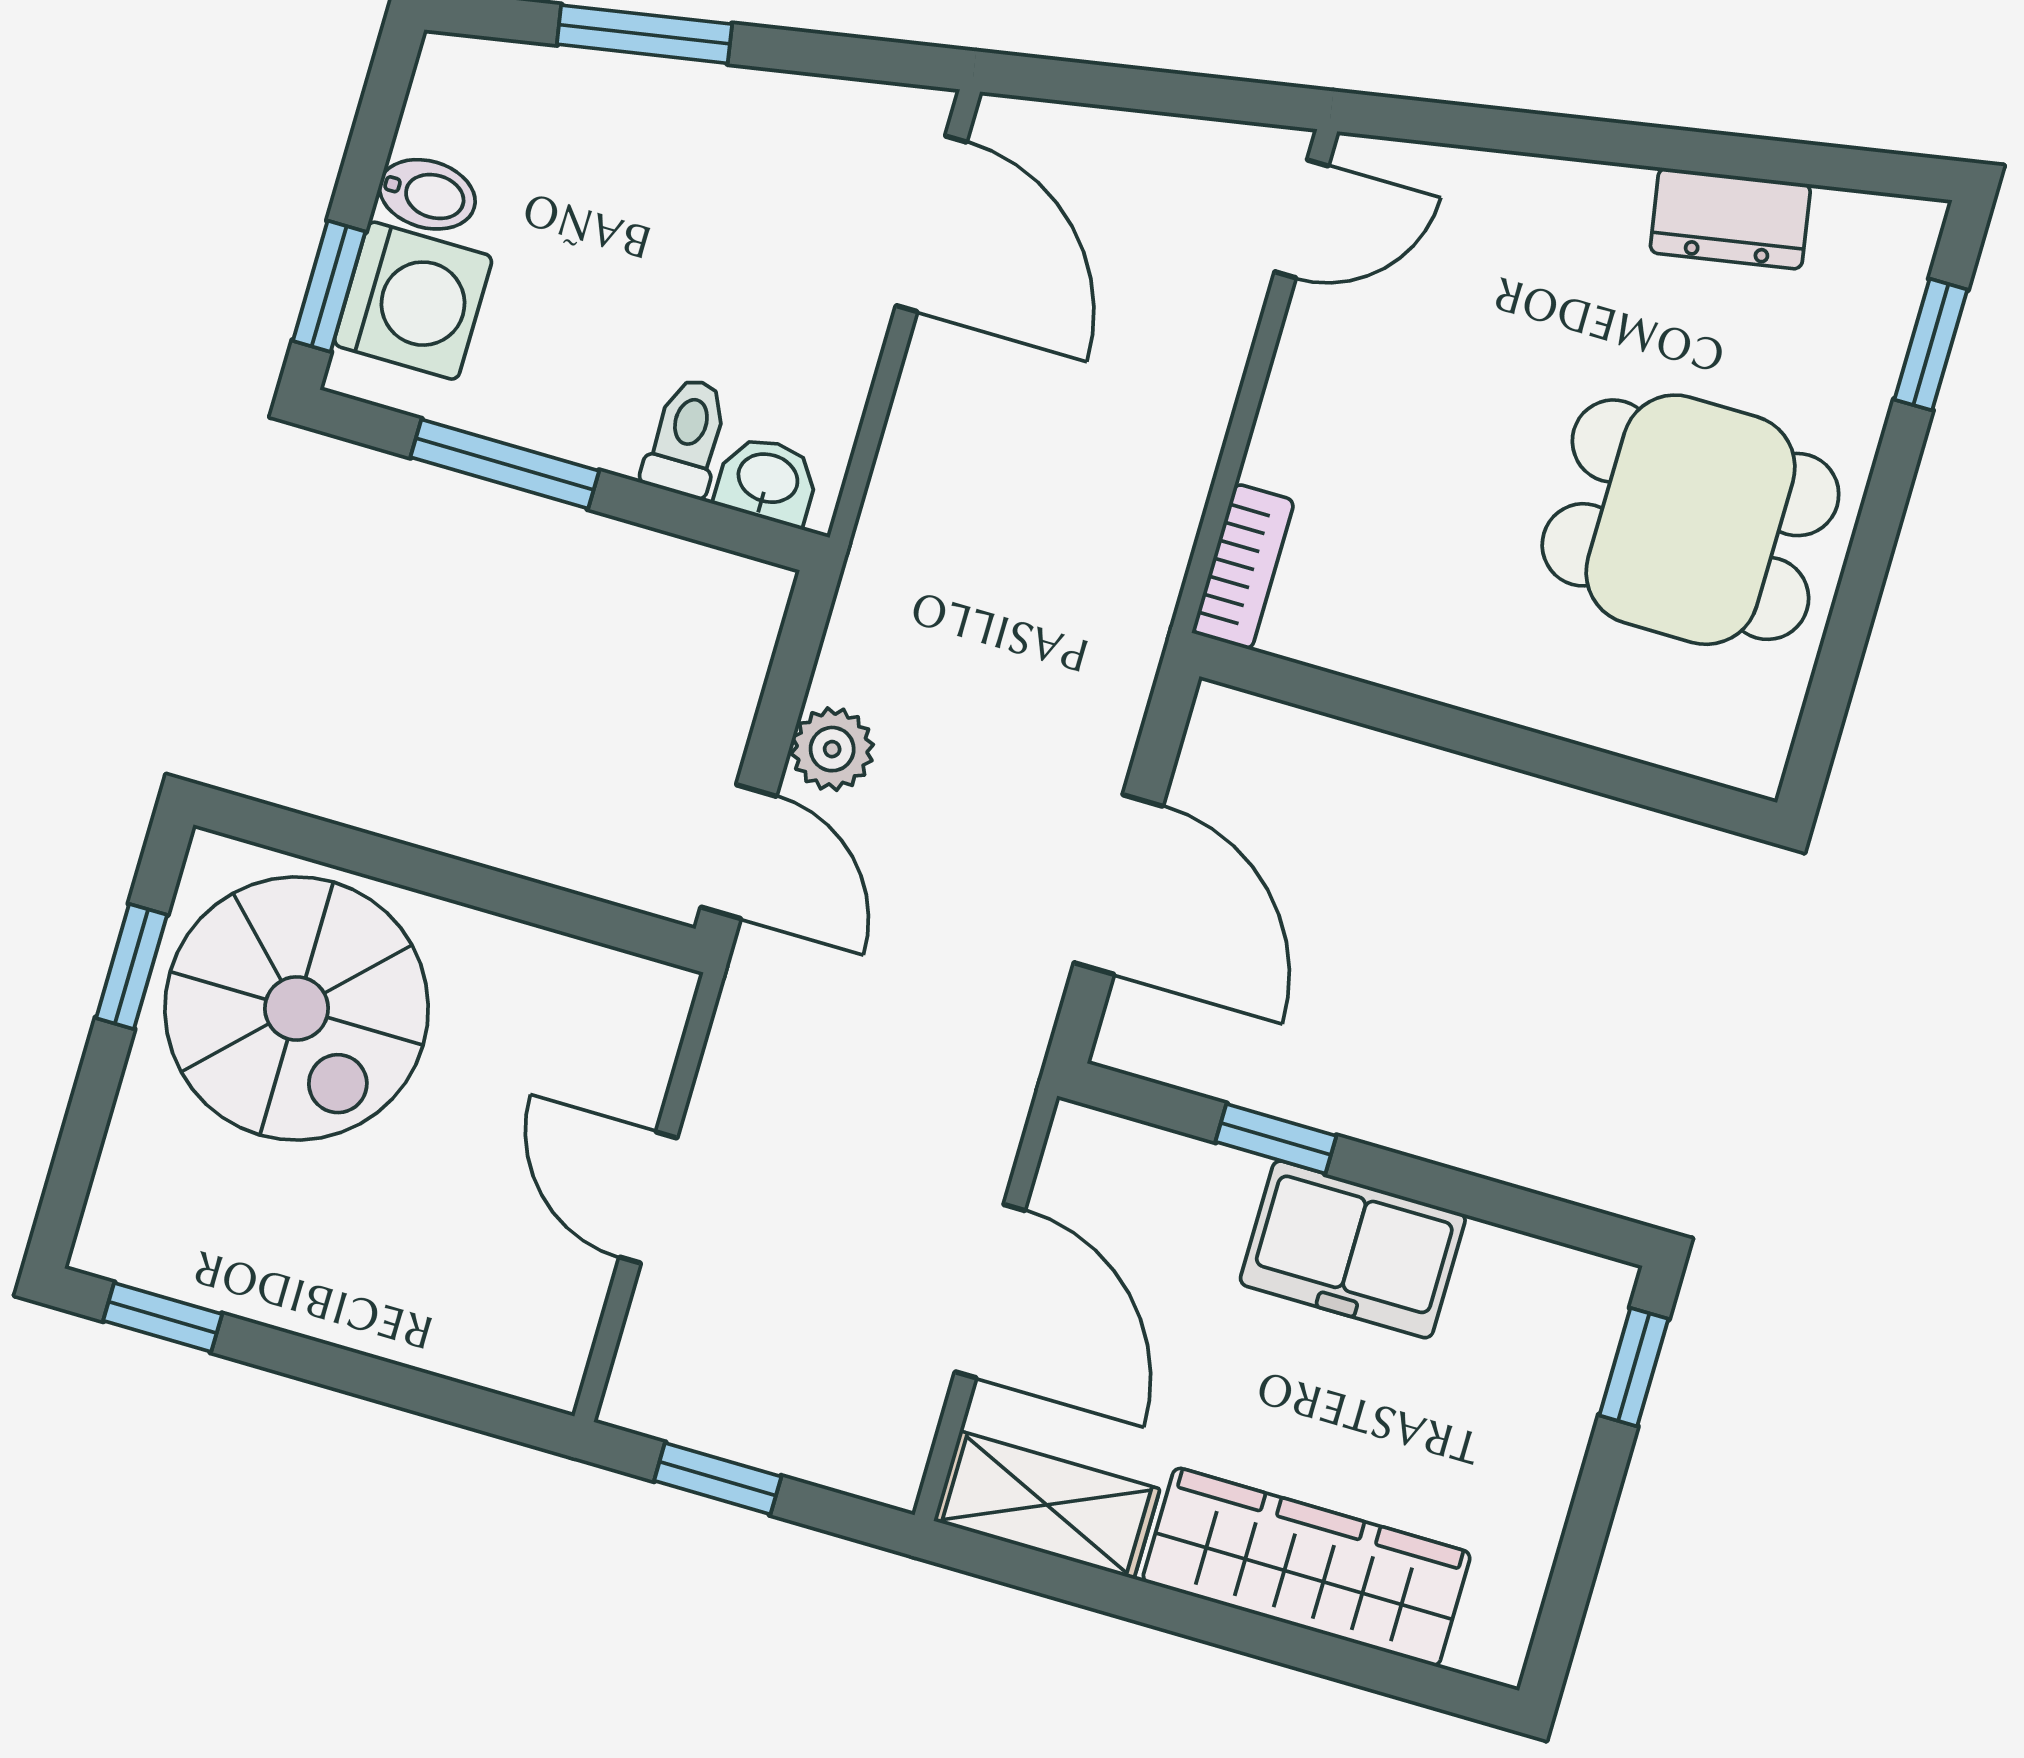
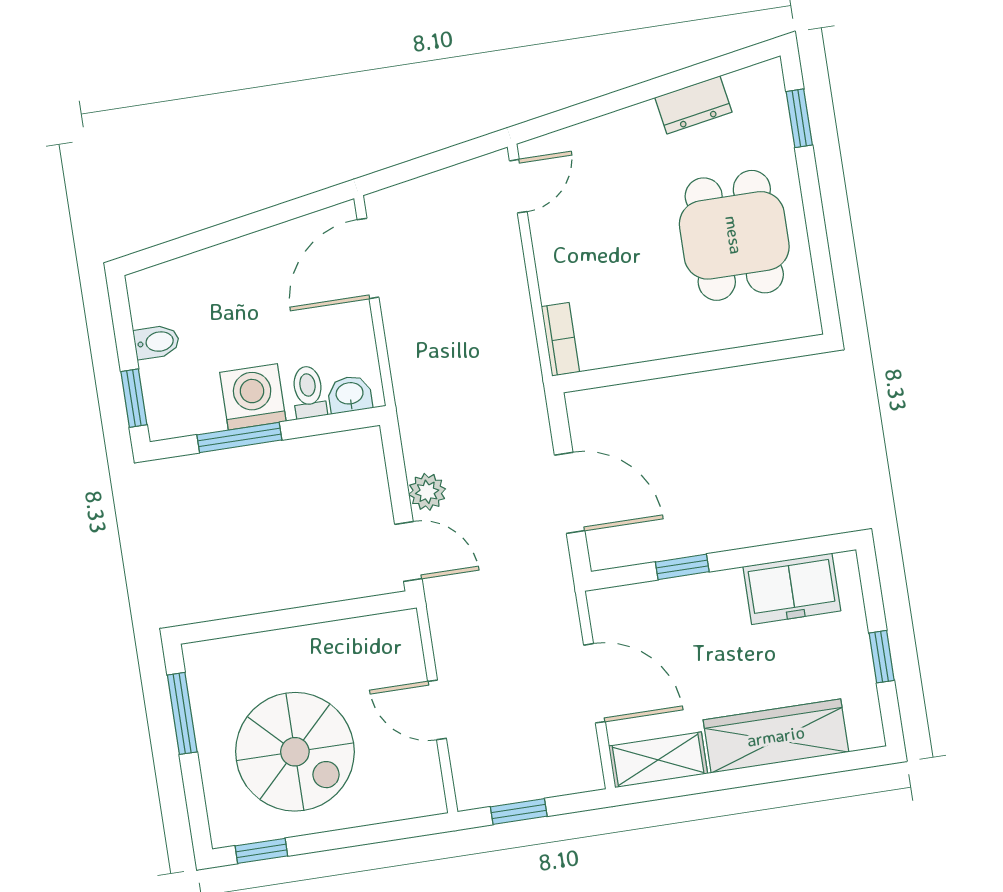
window: (644, 34) -> (215, 235), removed
door: (931, 224) -> (368, 258), swing flipped
washing machine: (413, 301) -> (253, 397), moved, turned -90
dining table: (1690, 520) -> (734, 235), turned 90
window: (132, 966) -> (182, 713), width x1.50
spiral stairs: (297, 1008) -> (295, 752), moved
freezer: (1353, 1249) -> (792, 589), moved
window: (1634, 1367) -> (882, 657), moved

